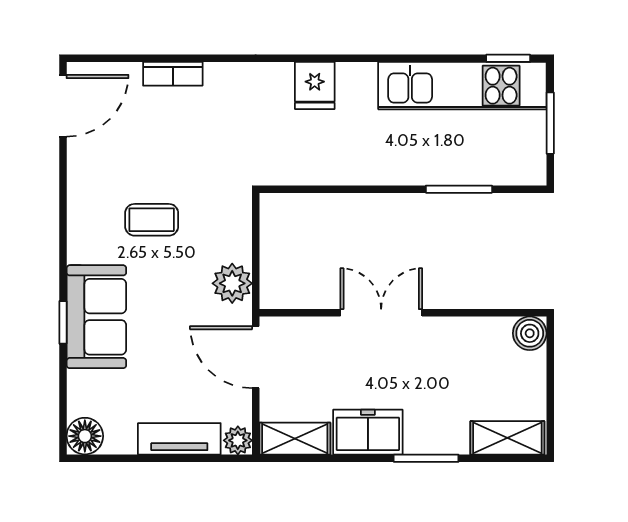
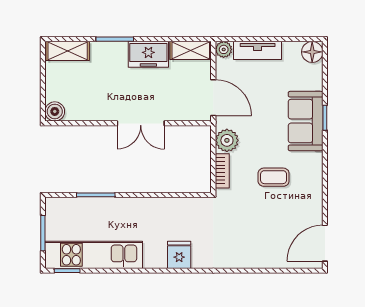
bookcase: (173, 74) -> (222, 171), moved, turned 90

